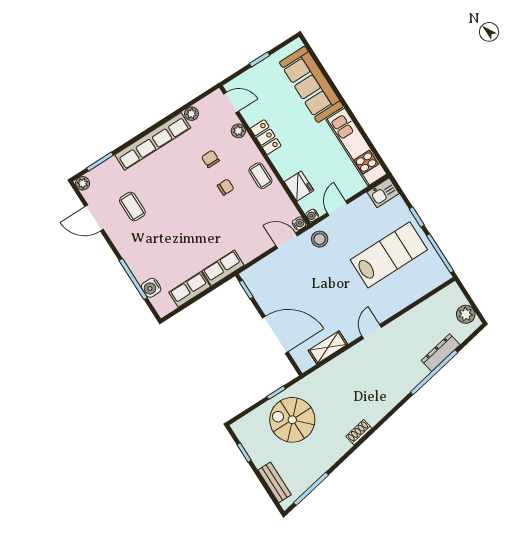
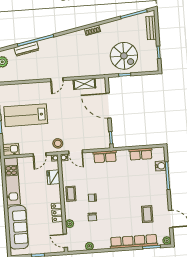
row of seats: (153, 141) -> (134, 242), moved
row of seats: (223, 268) -> (105, 157), moved

